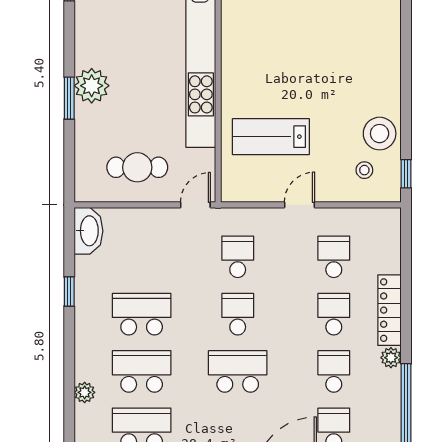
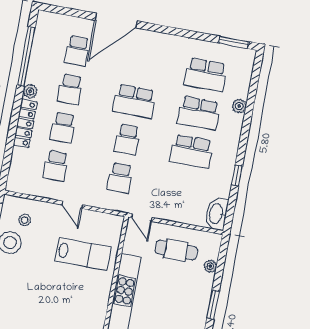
plant: (92, 86) -> (210, 266), moved, width x0.53, depth x0.53
door: (195, 205) -> (142, 218), hinge flipped
door: (299, 205) -> (72, 205), hinge flipped

